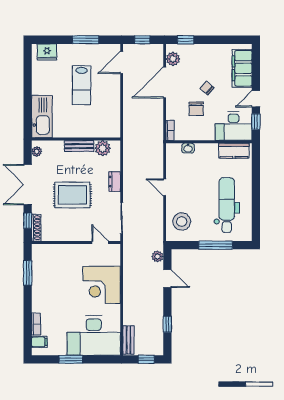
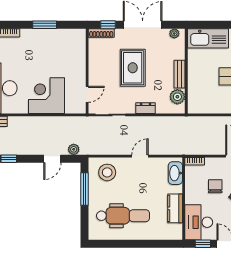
chair: (196, 109) -> (215, 186), turned 90
washbasin: (188, 148) -> (175, 173), width x1.91, depth x1.45
kitchen counter: (234, 151) -> (175, 208), moved
window: (216, 245) -> (84, 189), moved
window: (28, 273) -> (45, 25), moved

